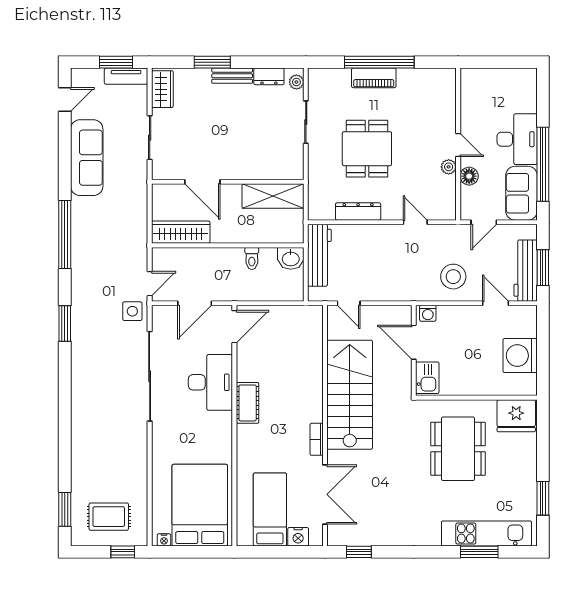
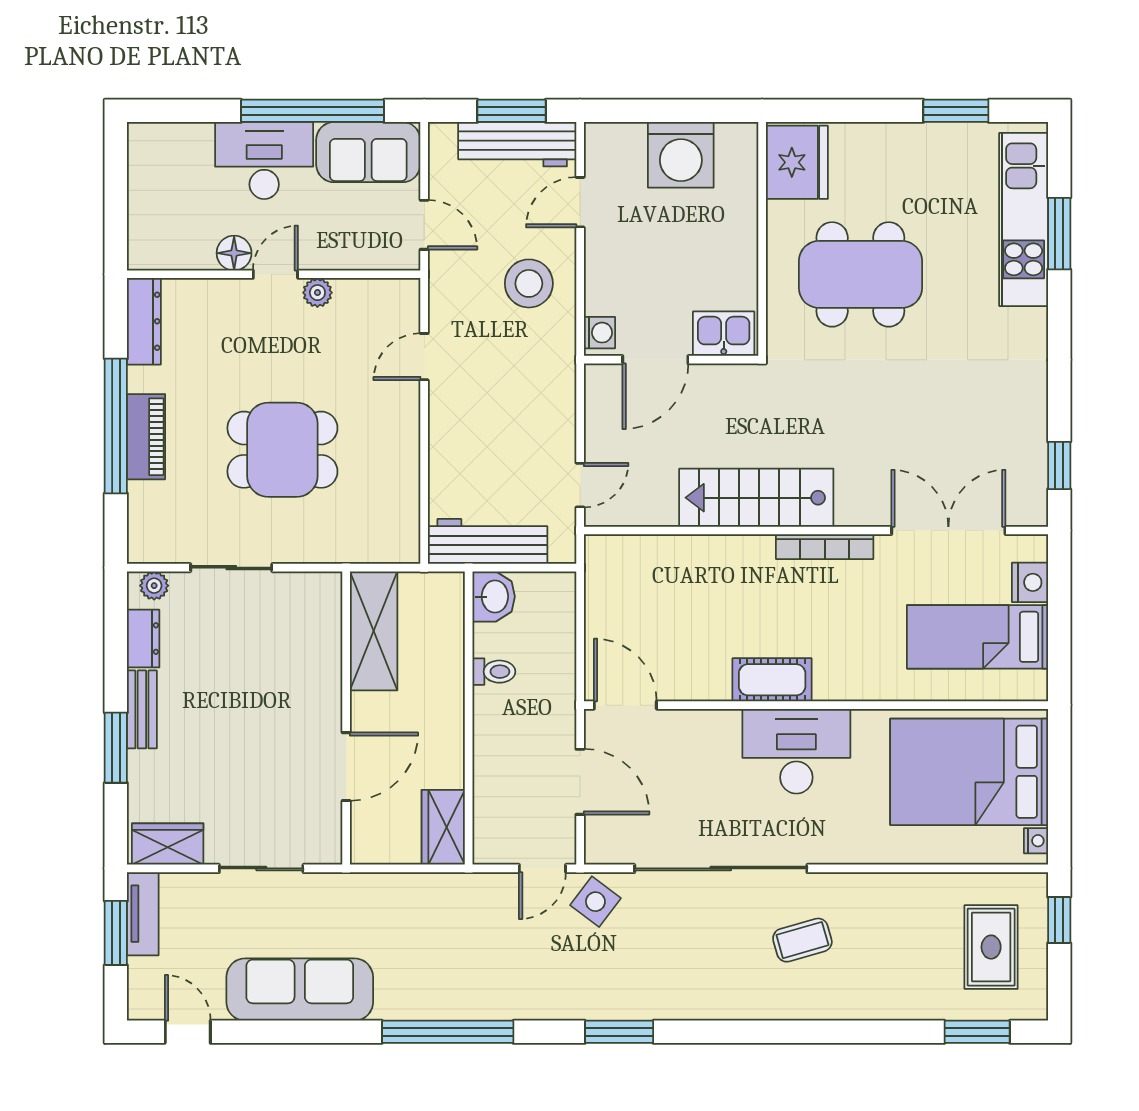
floor lamp: (469, 176) -> (234, 253), moved
dresser: (358, 211) -> (144, 321), moved, turned 180
wardrobe: (181, 232) -> (443, 827), width x0.67
door: (150, 284) -> (542, 868), swing flipped
side table: (132, 311) -> (595, 902), turned 37
desk: (210, 382) -> (796, 751), moved
stairs: (350, 395) -> (756, 498), width x0.73, depth x0.66
coffee table: (112, 419) -> (802, 940), added
bookcase: (317, 439) -> (825, 547), width x1.56

